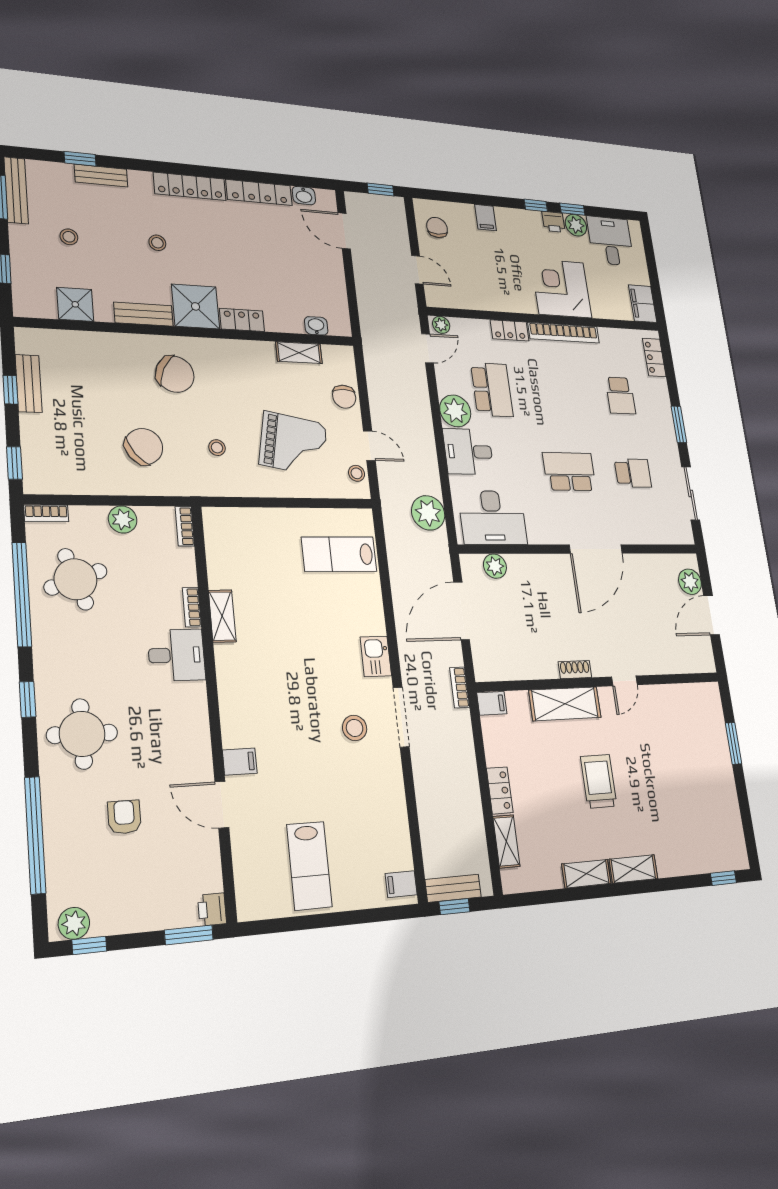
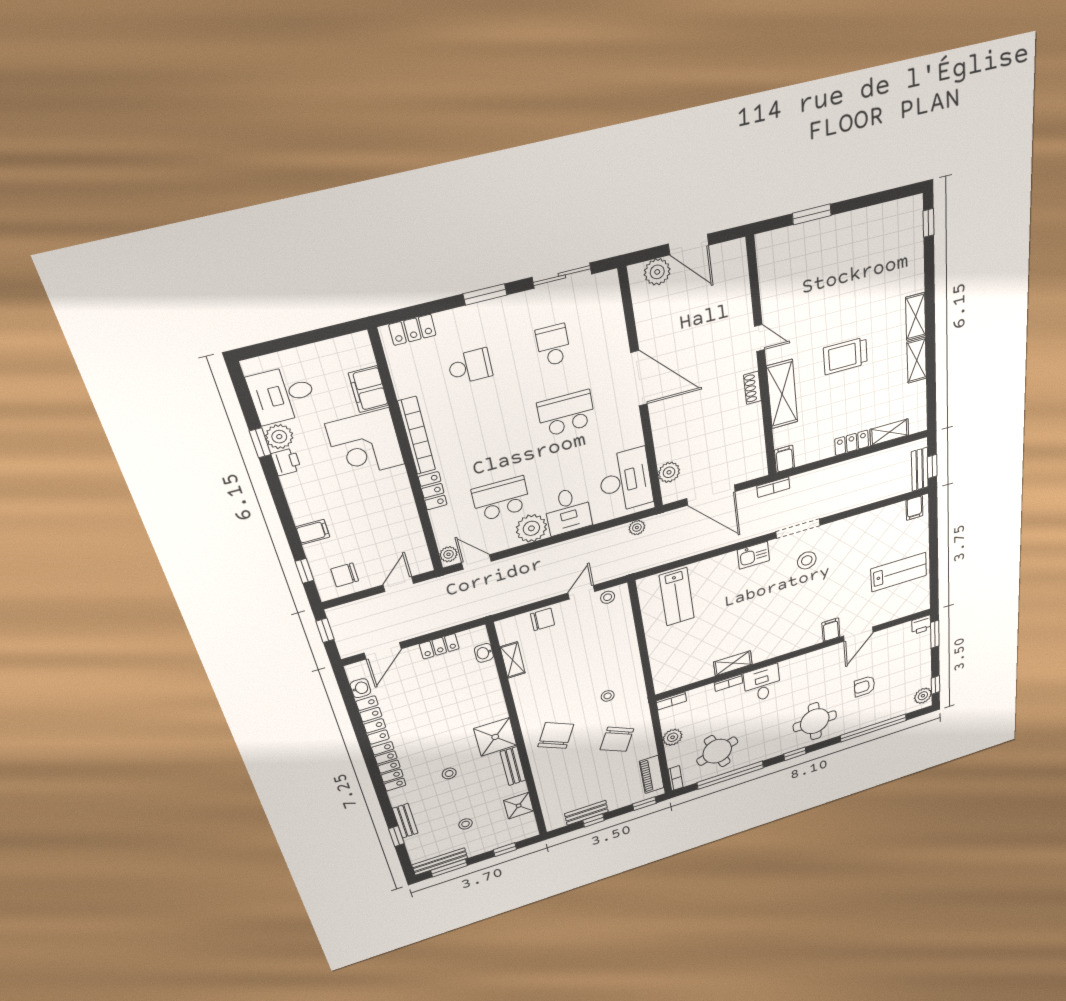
window: (536, 205) -> (304, 571), moved
filing cabinet: (643, 304) -> (368, 389), moved, turned 90
locker: (242, 320) -> (439, 646), moved, turned -90
grand piano: (293, 444) -> (593, 647), removed
chair: (144, 446) -> (617, 739), turned -116
school desk: (569, 472) -> (566, 413), turned 90
piano: (66, 481) -> (652, 774), added
plant: (428, 513) -> (637, 528), width x0.53, depth x0.53

